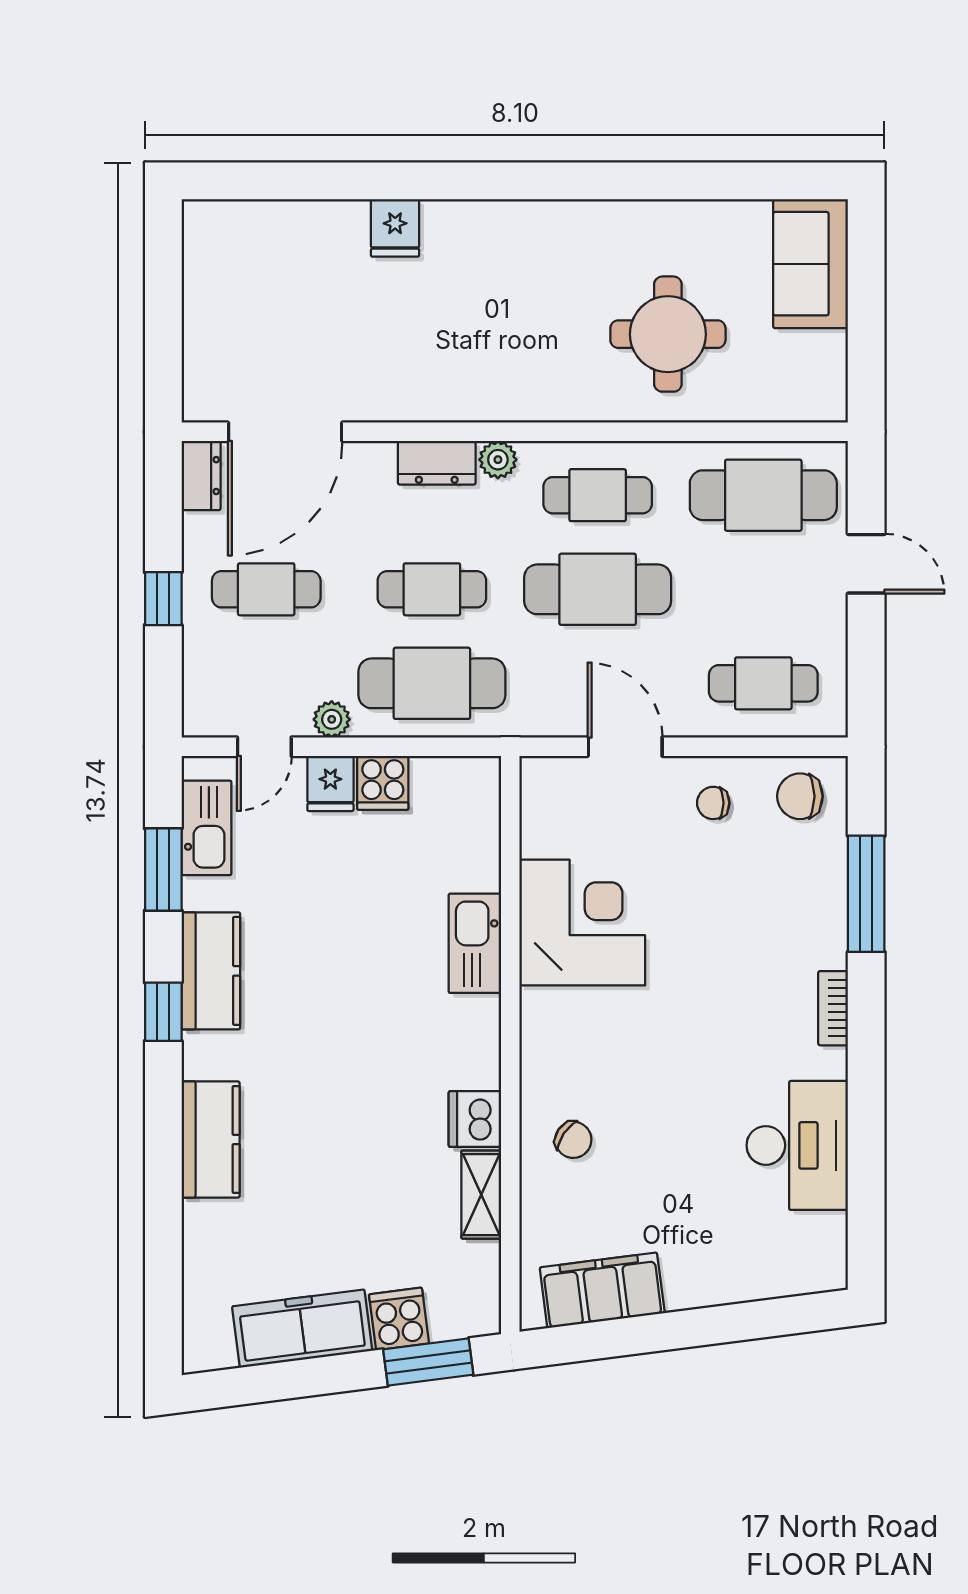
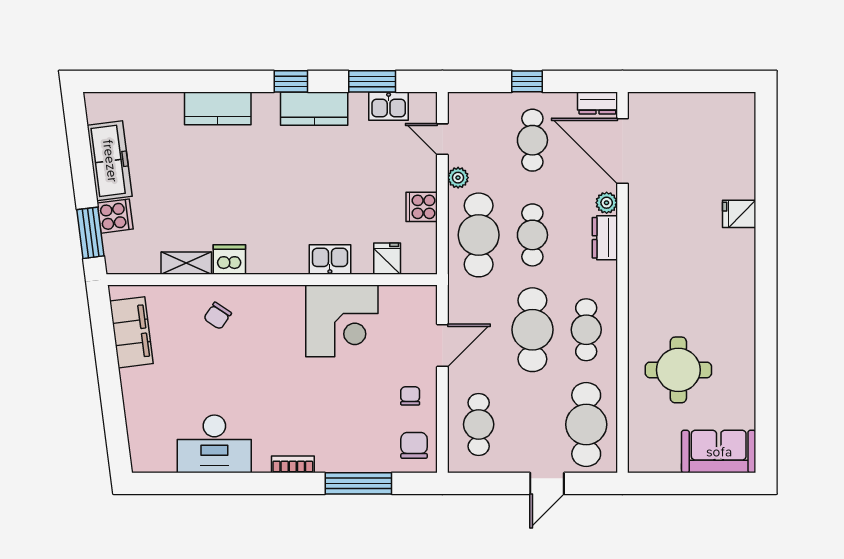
plant: (498, 460) -> (607, 203), moved
fridge: (330, 783) -> (387, 259), moved, turned 90
kitchen sink: (206, 828) -> (389, 106), width x0.73
kitchen sink: (475, 943) -> (330, 260), width x0.73

